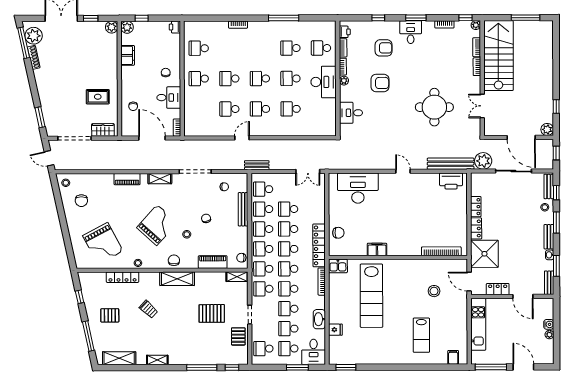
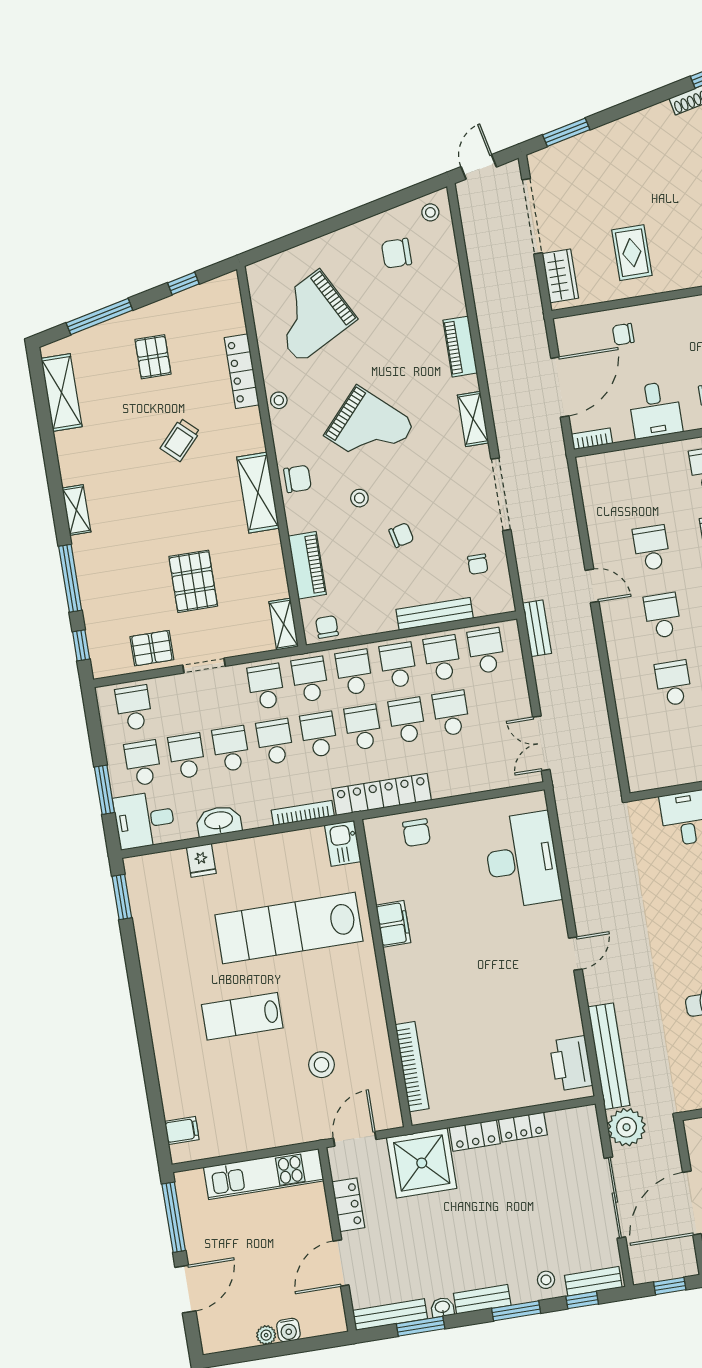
bench: (549, 283) -> (390, 1315), width x1.36
lab bench: (421, 335) -> (242, 1016), moved
shelving: (157, 360) -> (76, 510), moved

